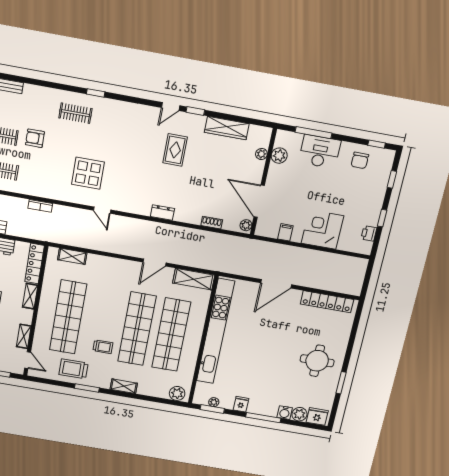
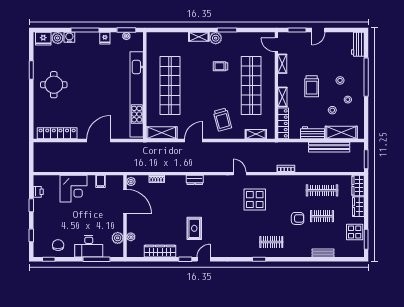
shop shelf: (137, 329) -> (197, 86), removed
trolley: (74, 369) -> (222, 120), moved, turned 75
plant: (177, 393) -> (216, 38), moved

